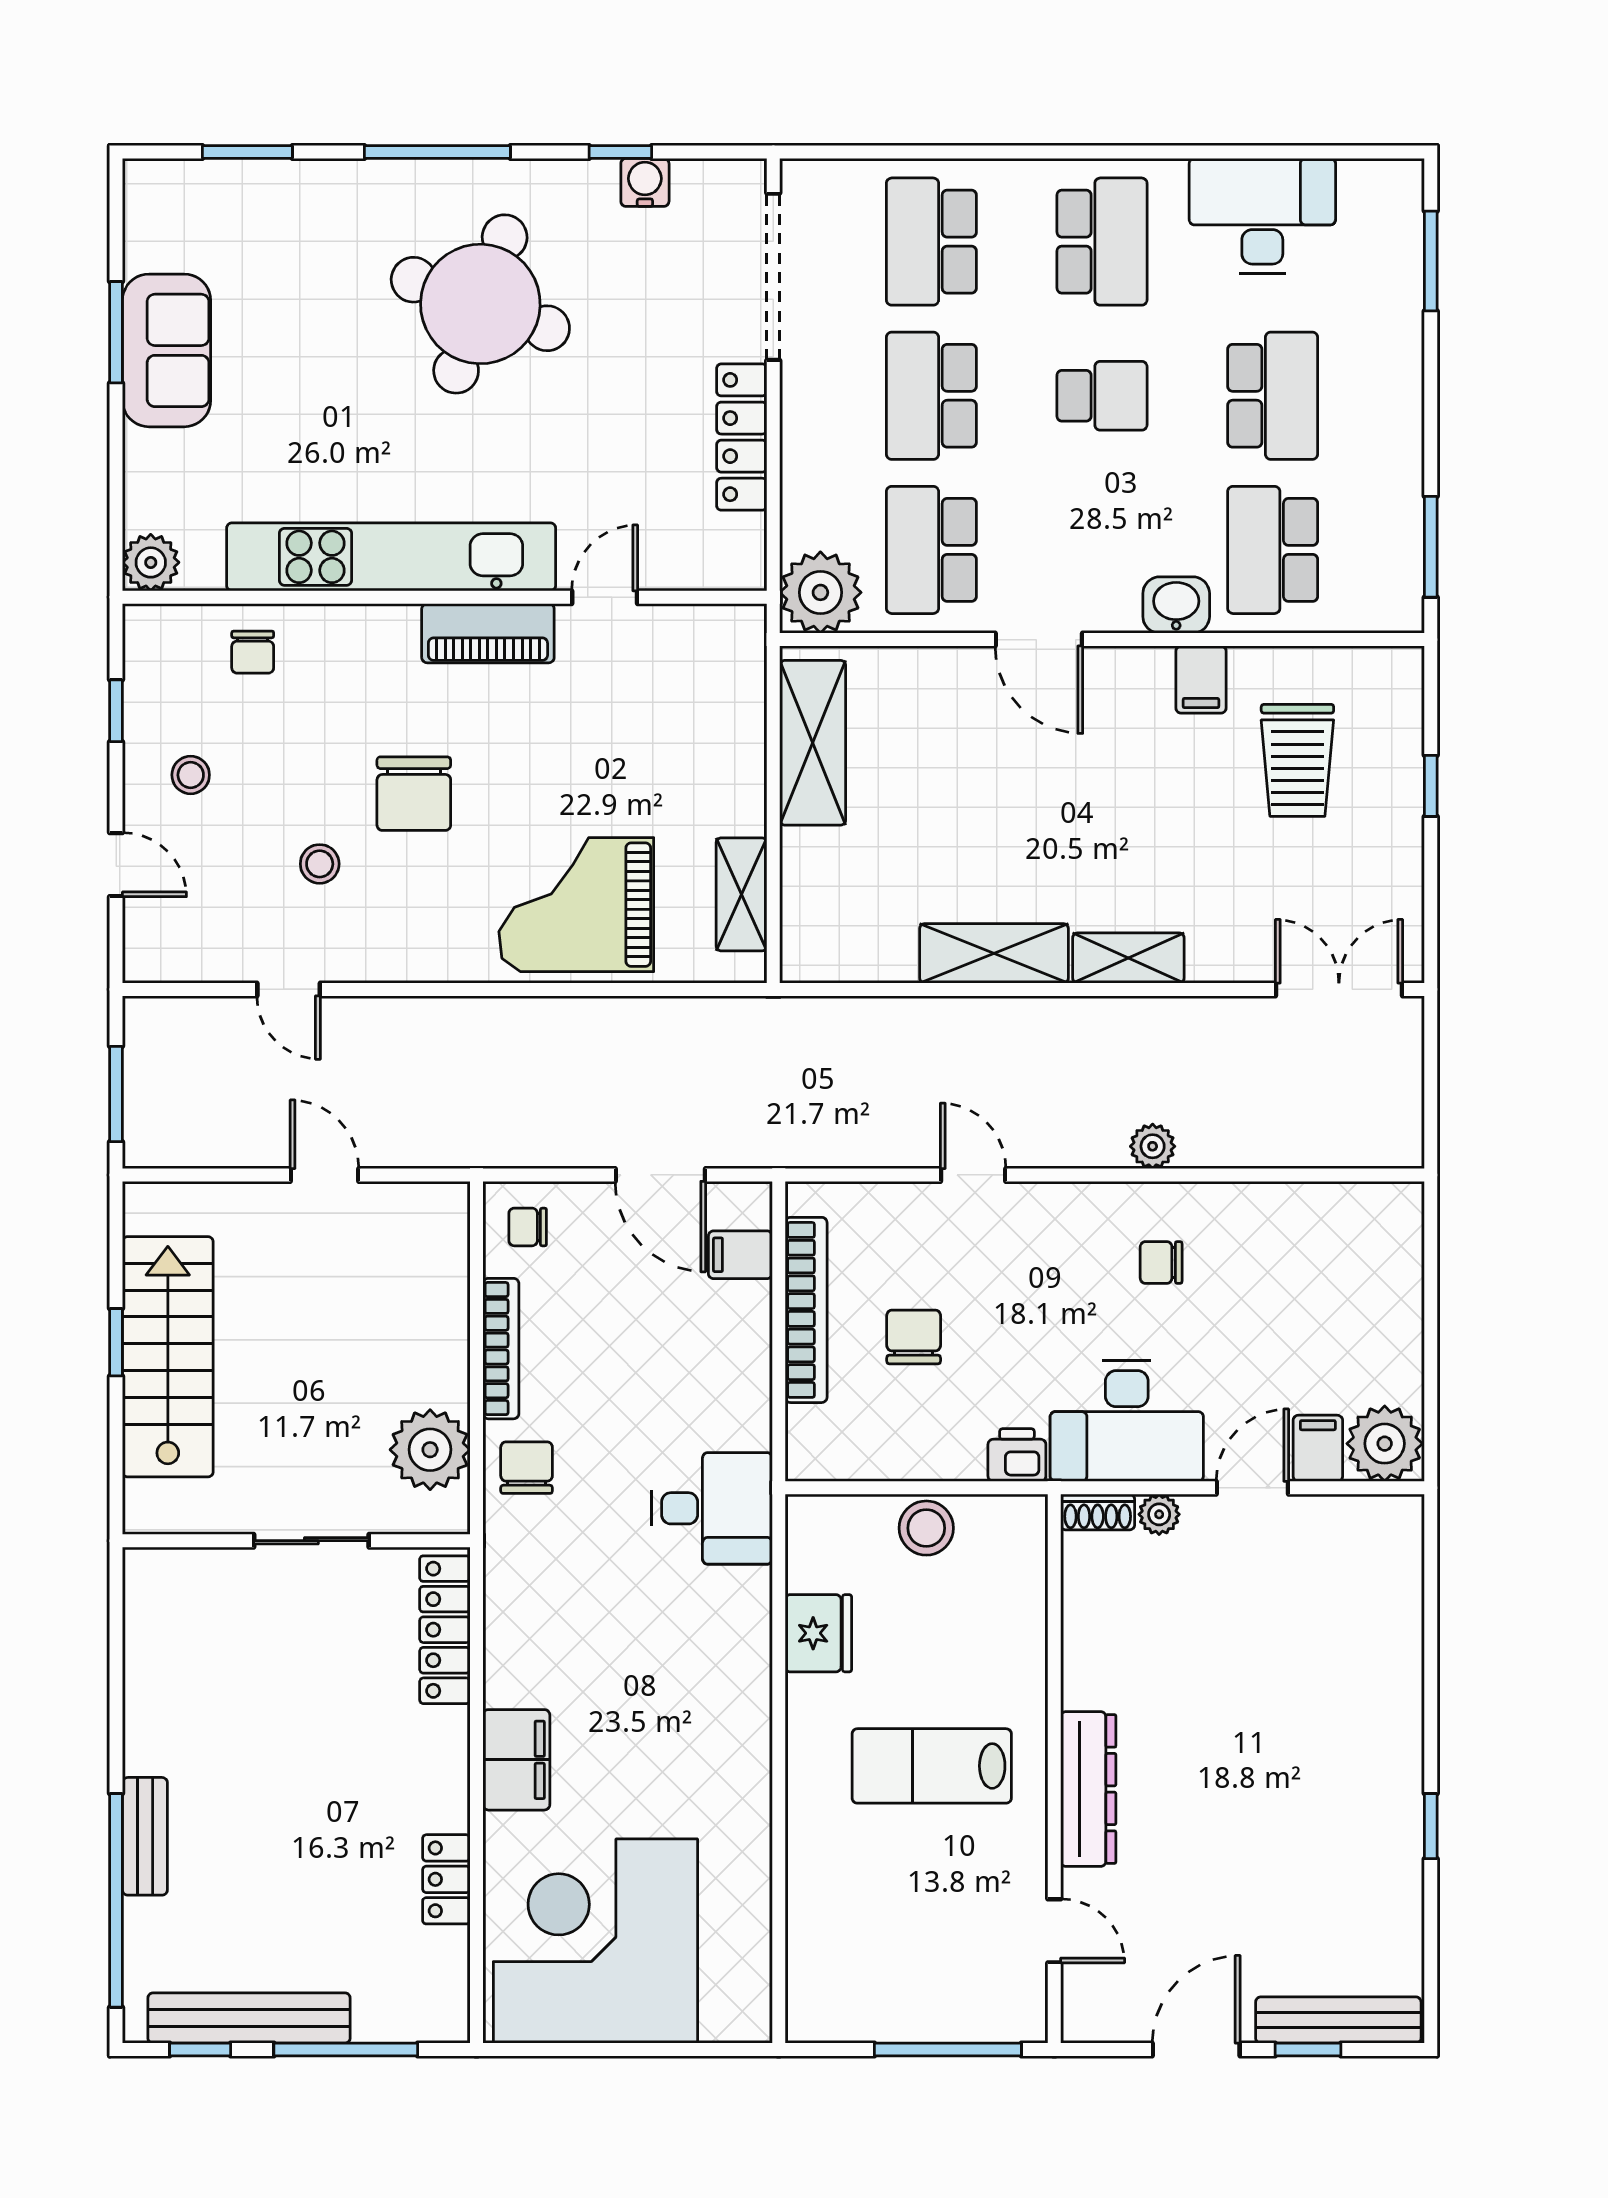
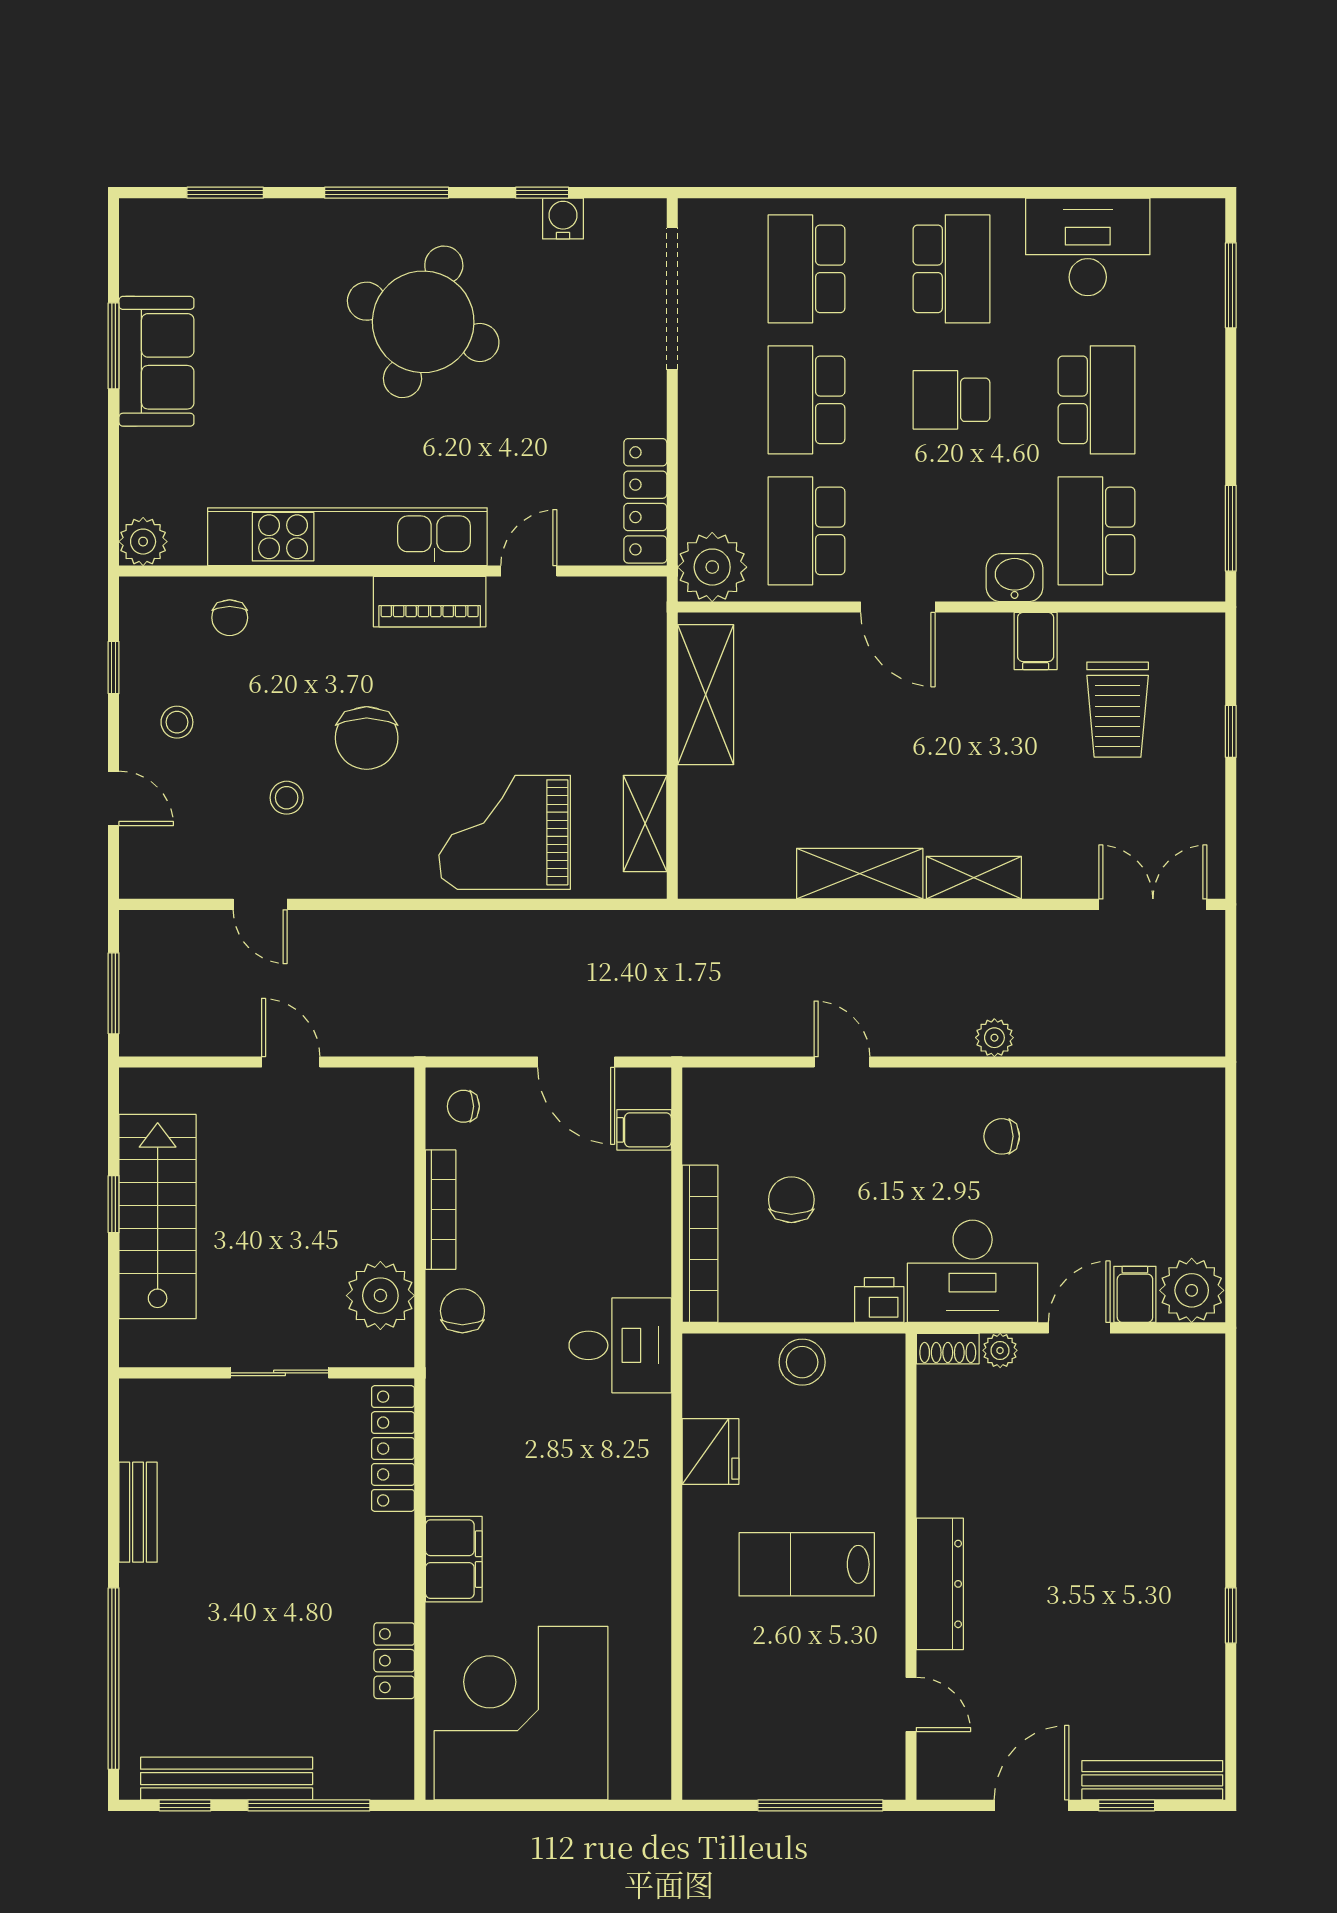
school desk: (1102, 396) -> (951, 400), turned 180
locker: (742, 437) -> (645, 501), moved
bookcase: (806, 1310) -> (700, 1244), moved
bench: (145, 1836) -> (138, 1512), moved

